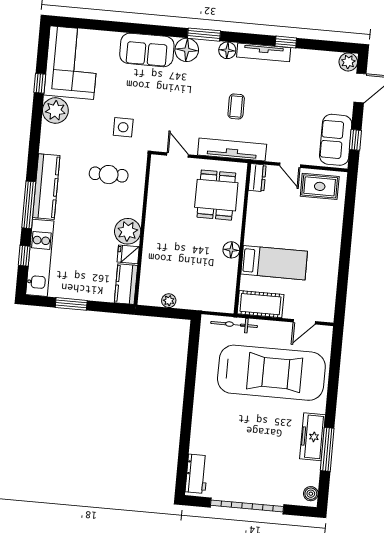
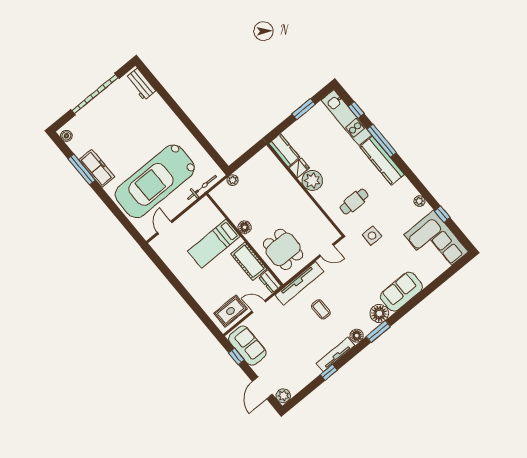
plant: (55, 110) -> (419, 201), width x0.53, depth x0.53
plant: (169, 301) -> (233, 180), moved
cot: (260, 304) -> (249, 261), moved, turned 90

